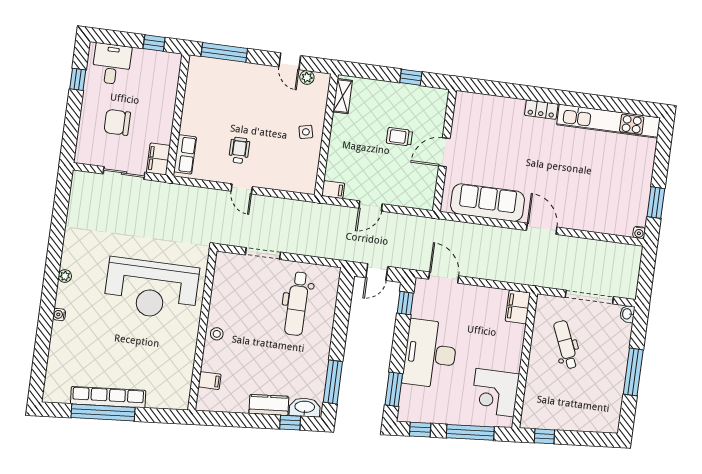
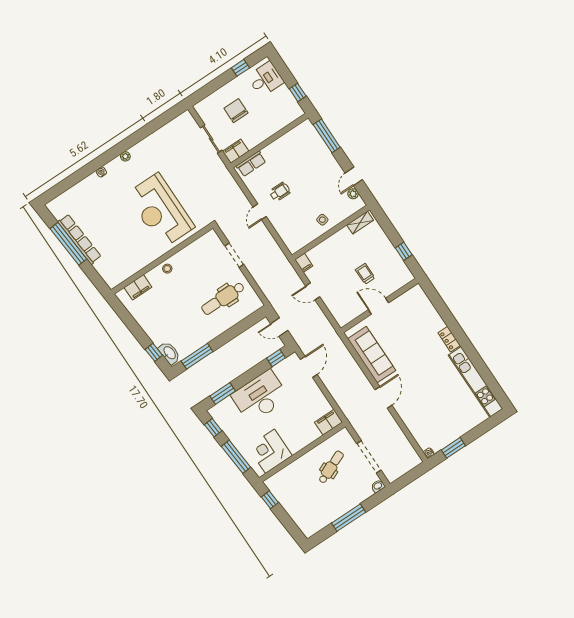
filing cabinet: (210, 381) -> (138, 287), width x2.00
kitchen counter: (269, 405) -> (153, 332), removed

